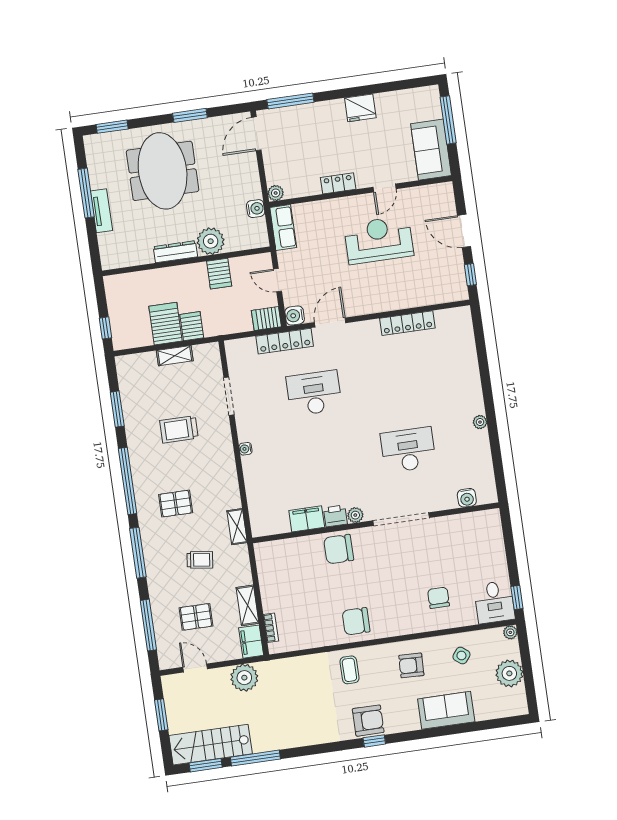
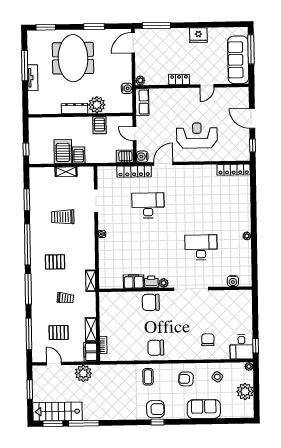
sofa: (431, 150) -> (238, 60), width x1.36
reception desk: (379, 240) -> (197, 135), moved
locker: (407, 323) -> (234, 170), moved

